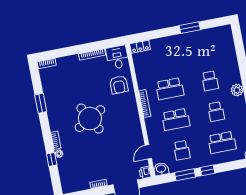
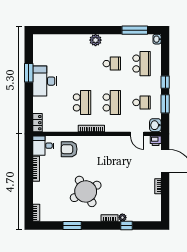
desk: (184, 46) -> (45, 81), added
school desk: (210, 81) -> (82, 64), removed
armchair: (119, 85) -> (69, 149), turned 180
round table: (90, 119) -> (86, 191), moved

